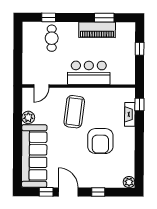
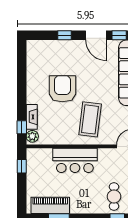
piano: (97, 30) -> (50, 205), moved
window: (140, 49) -> (22, 166), moved
plant: (129, 182) -> (32, 136), moved

